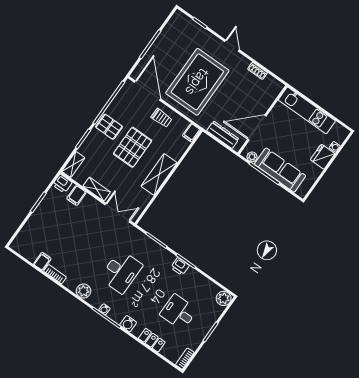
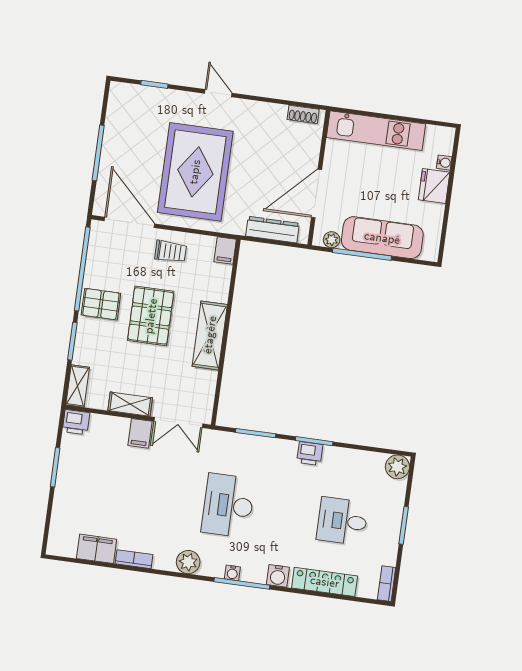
shoe rack: (257, 71) -> (303, 114), moved
filing cabinet: (76, 196) -> (140, 433), moved
double door: (117, 213) -> (178, 423), swing flipped
filing cabinet: (42, 261) -> (97, 549), width x2.00
desk: (121, 272) -> (228, 505), turned 180
locker: (152, 340) -> (325, 582), width x1.53

